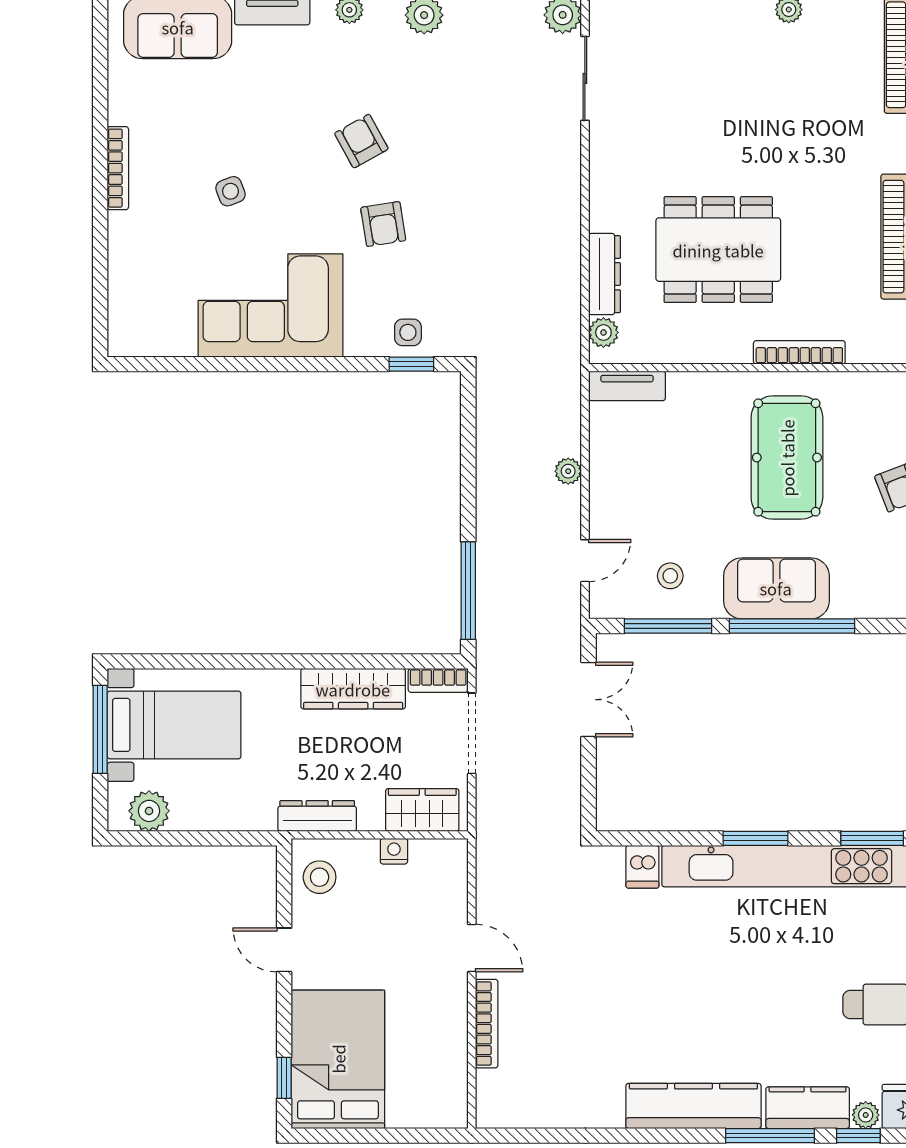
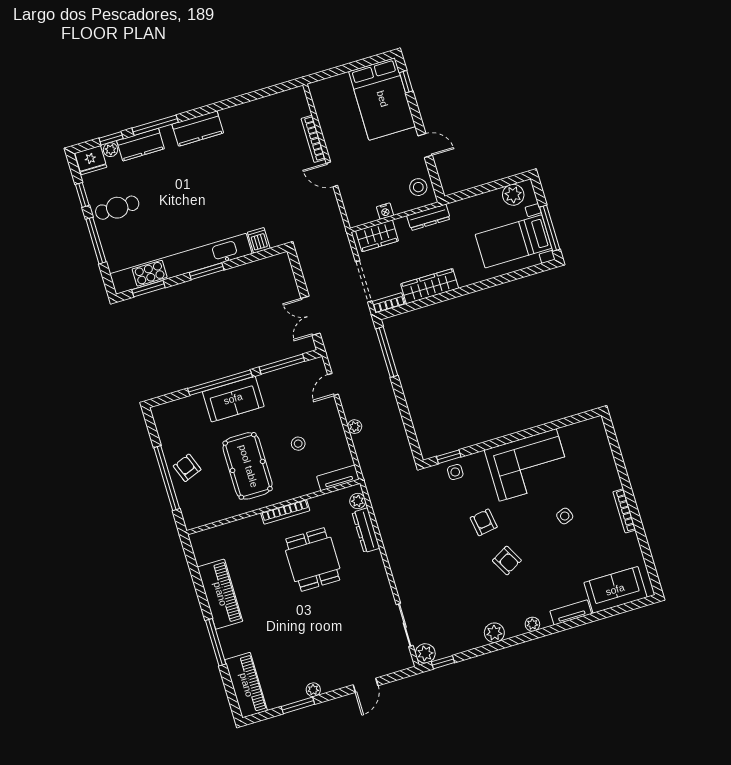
dining table: (718, 250) -> (313, 559), width x0.73
bookcase: (799, 352) -> (285, 512), moved
stool: (670, 576) -> (298, 444), moved
kitchen counter: (693, 1106) -> (198, 129), width x0.67

